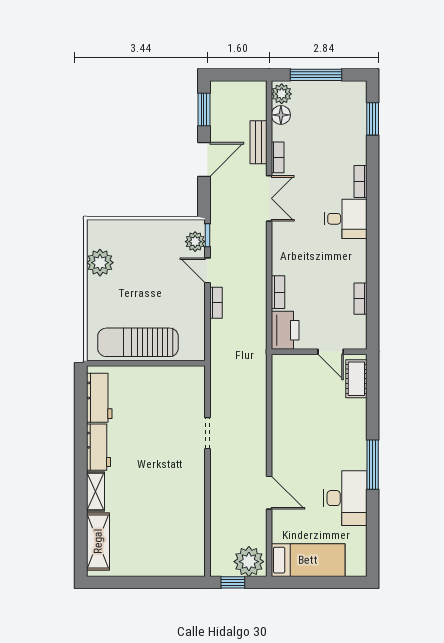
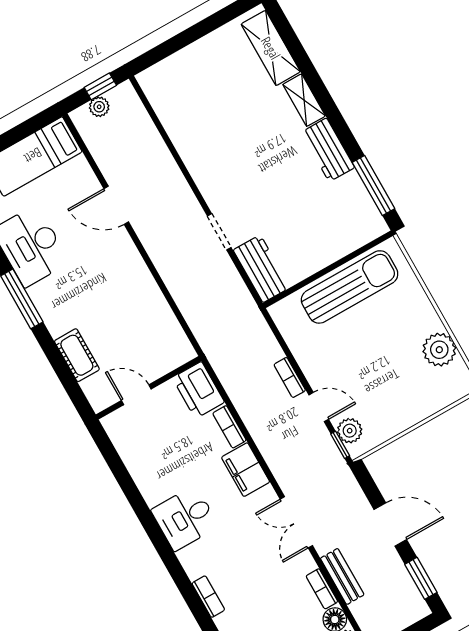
bookcase: (278, 157) -> (322, 589), moved
door: (204, 159) -> (390, 524), swing flipped
desk: (346, 219) -> (185, 518), moved
filing cabinet: (284, 256) -> (246, 470), added
bookcase: (361, 299) -> (136, 470), removed
cot: (356, 379) -> (77, 355), moved
workbench: (99, 398) -> (262, 269), moved, turned 180
window: (81, 404) -> (373, 186), added
plant: (249, 562) -> (99, 107), width x0.53, depth x0.53

